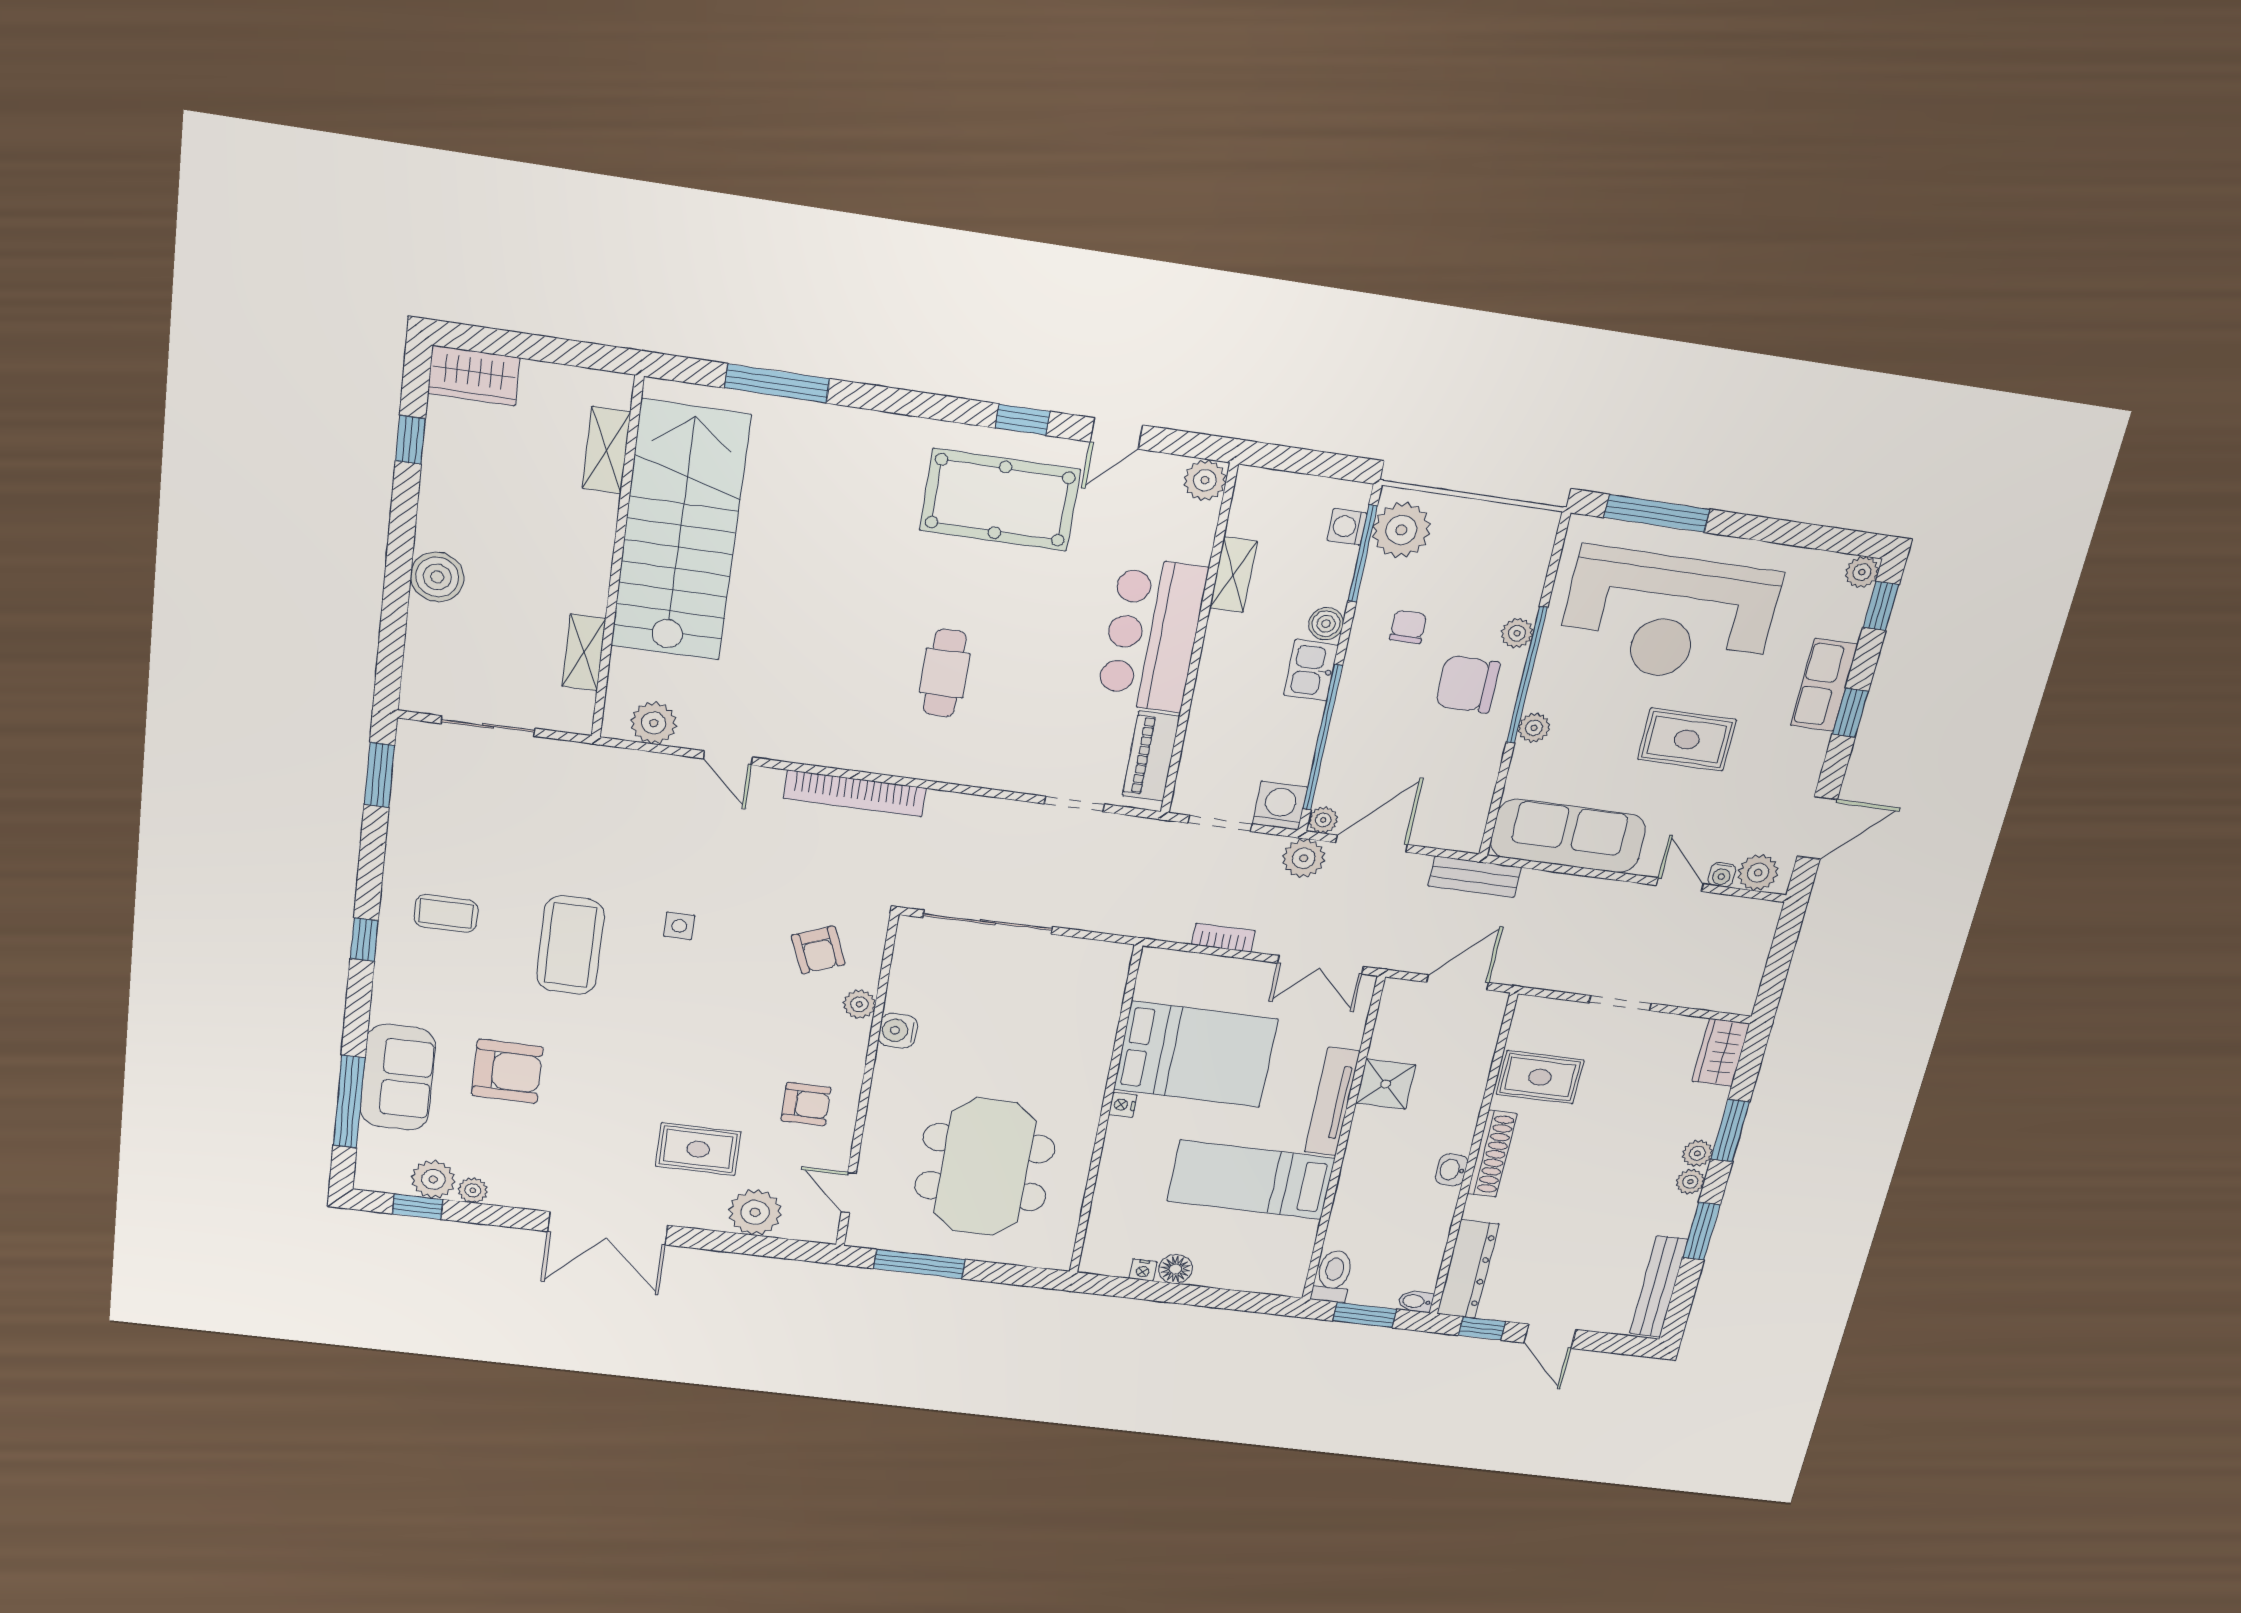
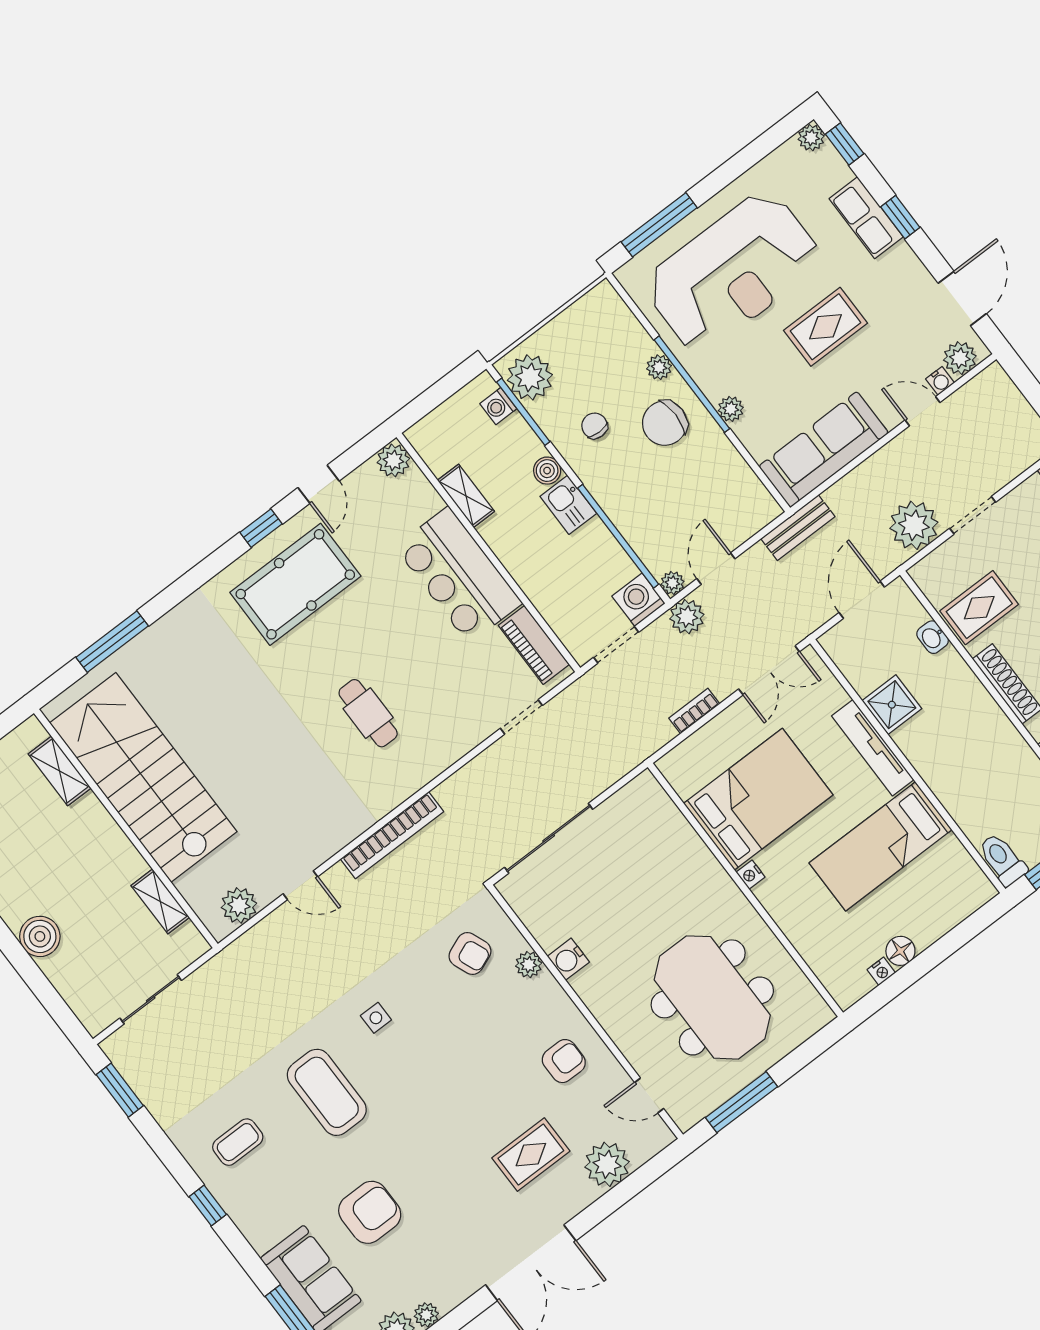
door: (1372, 844) -> (716, 569), width x0.73
plant: (1566, 966) -> (914, 525), added
washbasin: (1452, 1170) -> (933, 637), moved

